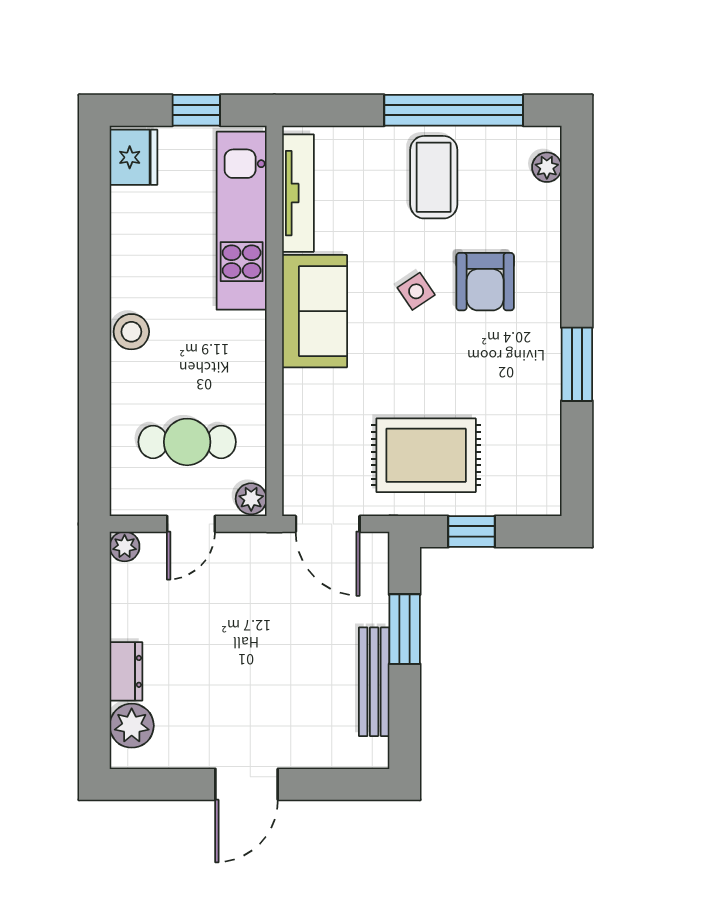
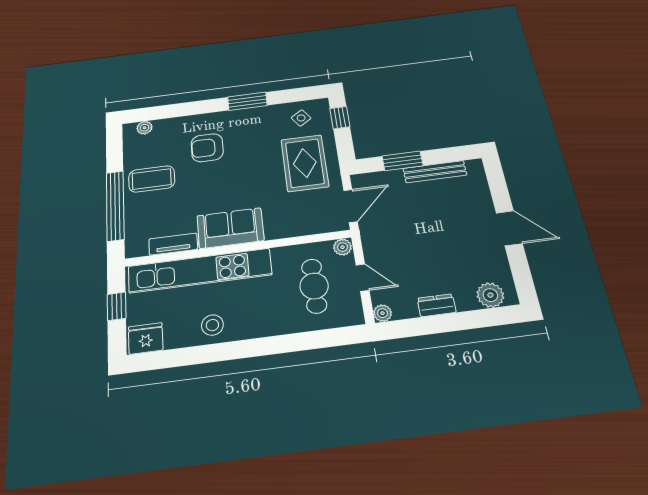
window: (454, 110) -> (115, 206), moved
tv unit: (298, 193) -> (173, 244), width x0.71
kitchen unit: (242, 221) -> (200, 271), width x1.36
armchair: (485, 282) -> (207, 148), turned 180
side table: (416, 291) -> (301, 118), moved
stool: (131, 332) -> (212, 325), moved
window: (472, 532) -> (340, 118), moved
dresser: (126, 671) -> (437, 305), moved

